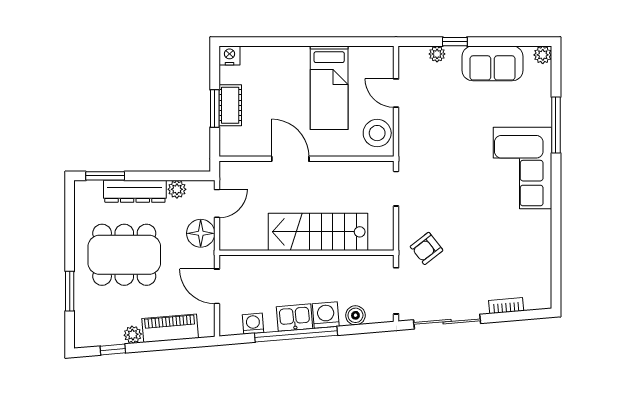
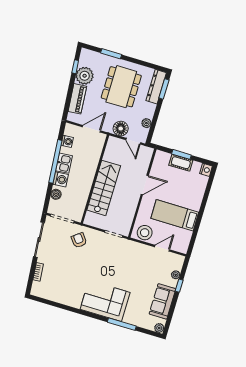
dresser: (135, 191) -> (156, 87), moved
plant: (133, 335) -> (85, 76), width x1.87, depth x1.87

